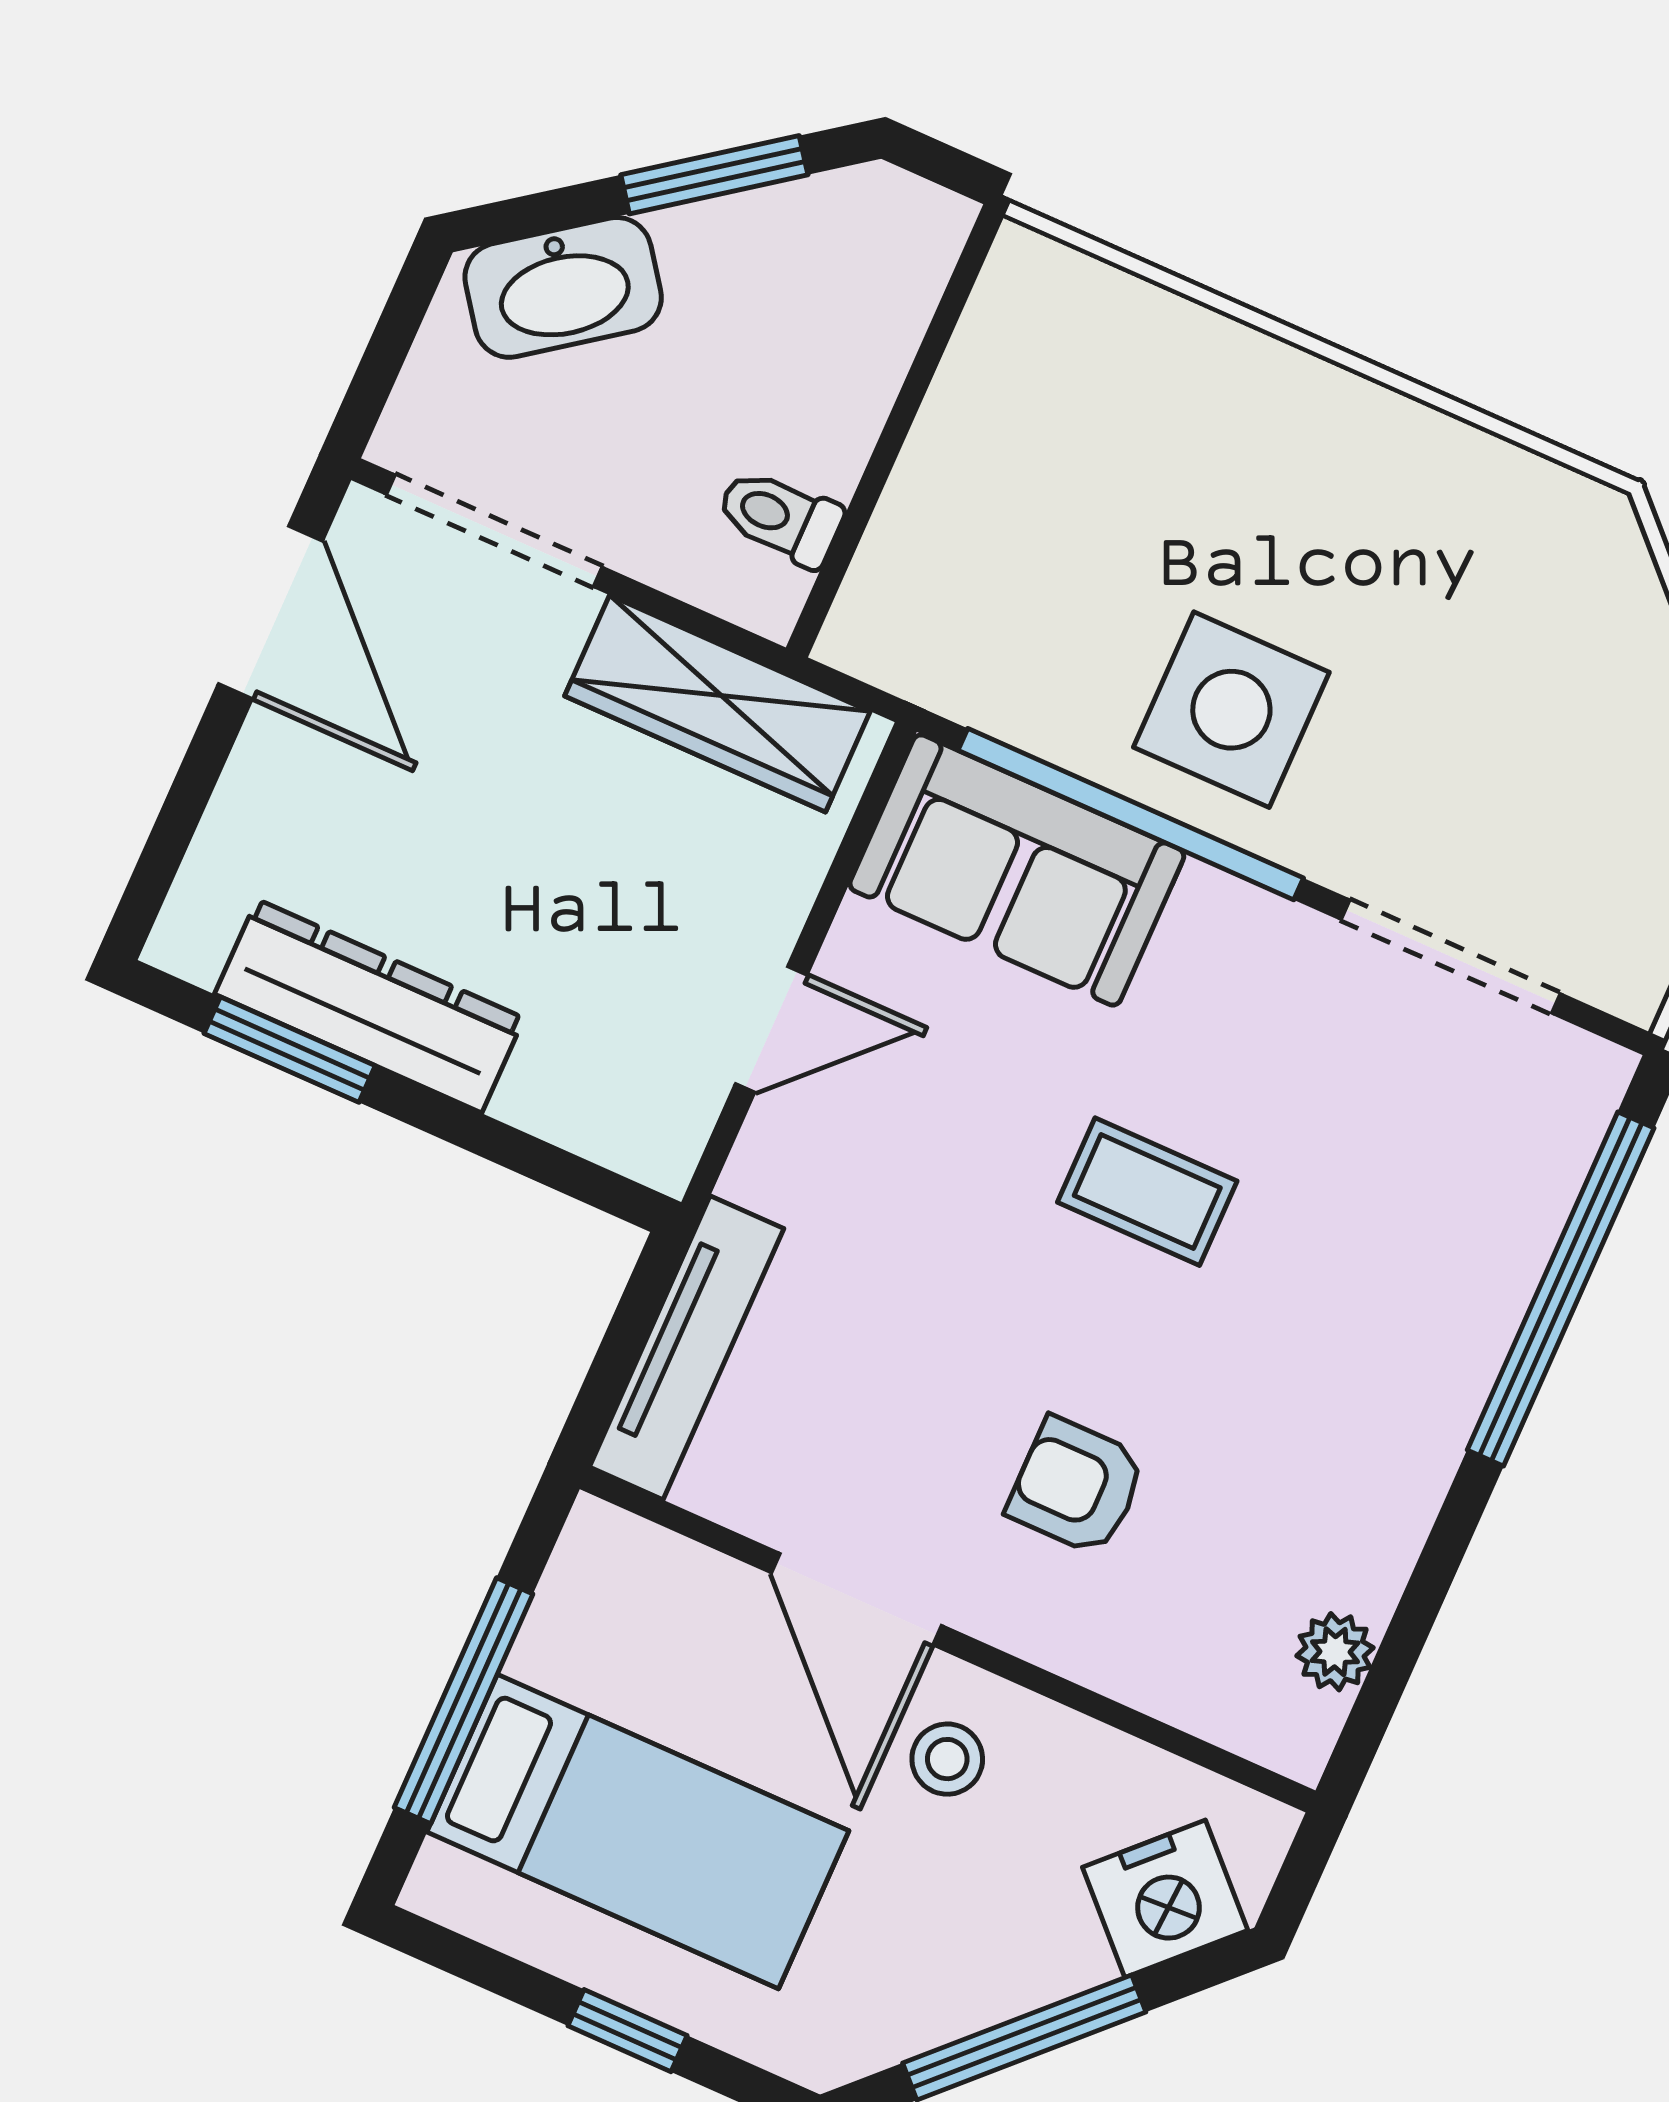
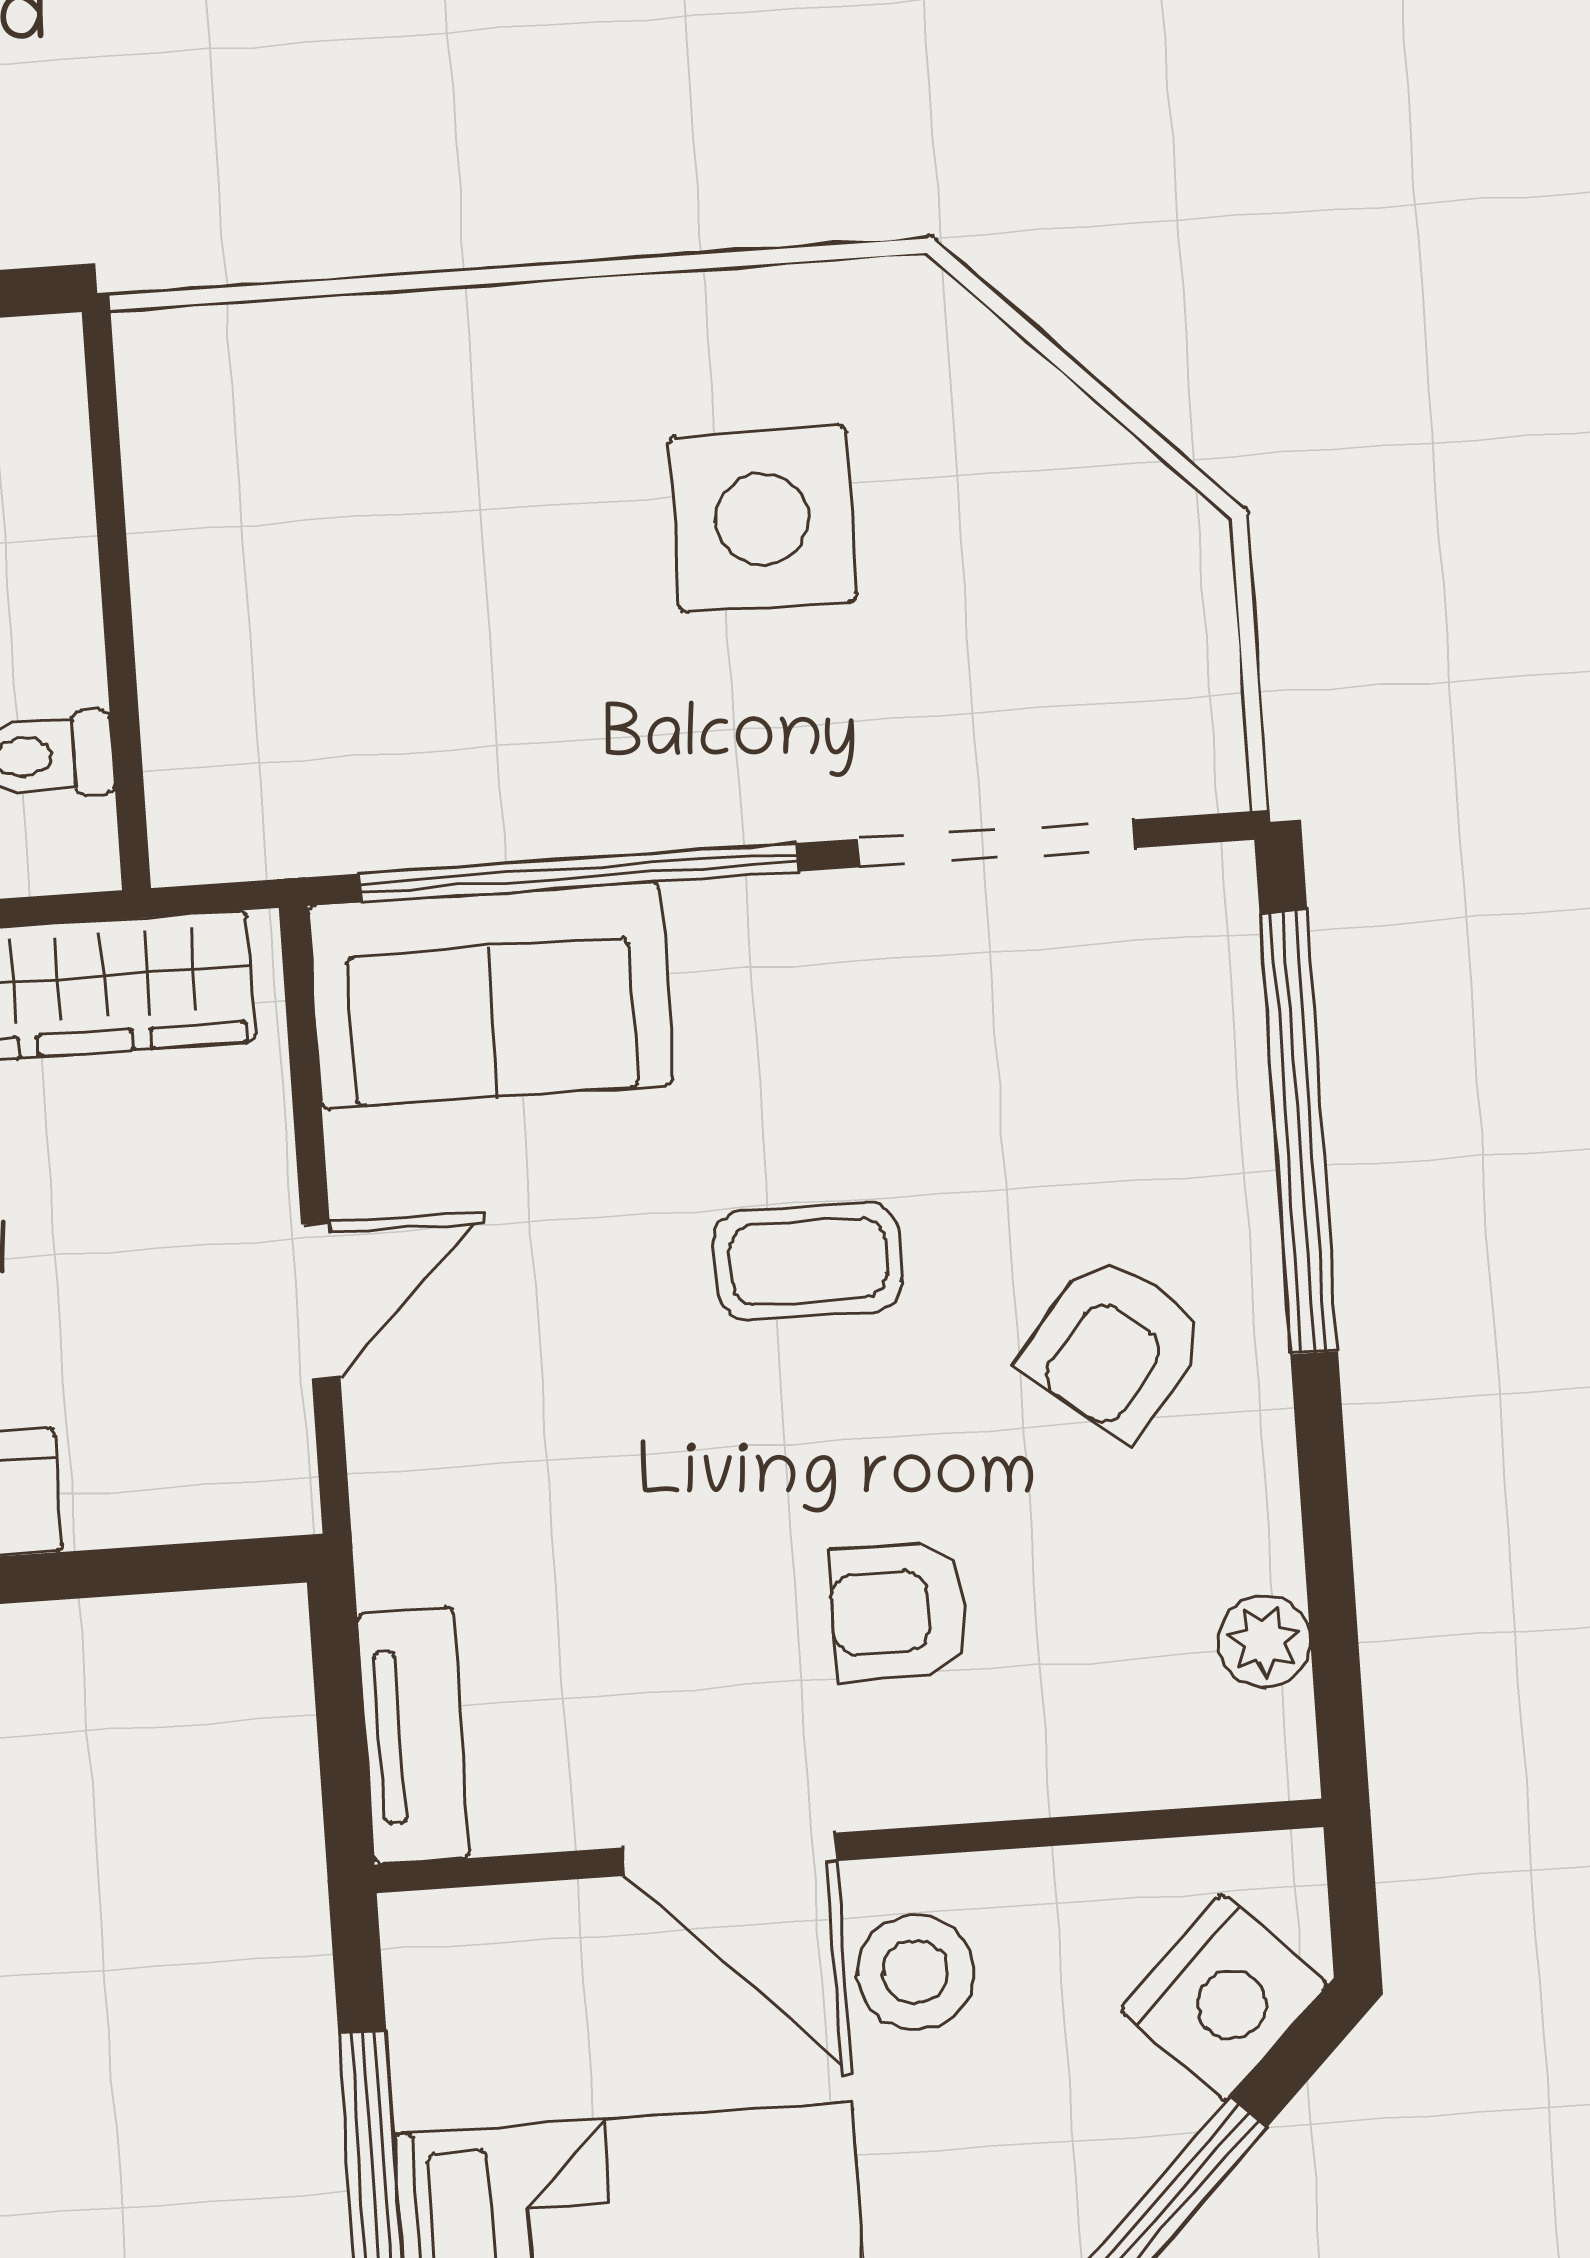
side table: (1231, 710) -> (762, 519), moved
tv unit: (687, 1348) -> (414, 1736), width x0.71
armchair: (1340, 1375) -> (1114, 1346), added
stool: (947, 1759) -> (915, 1972), width x1.37, depth x1.37

